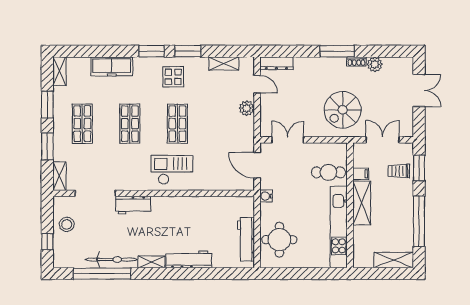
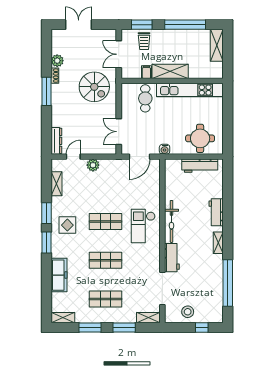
workbench: (189, 259) -> (216, 212), width x0.73
bicycle: (111, 260) -> (171, 221), moved, turned 180

